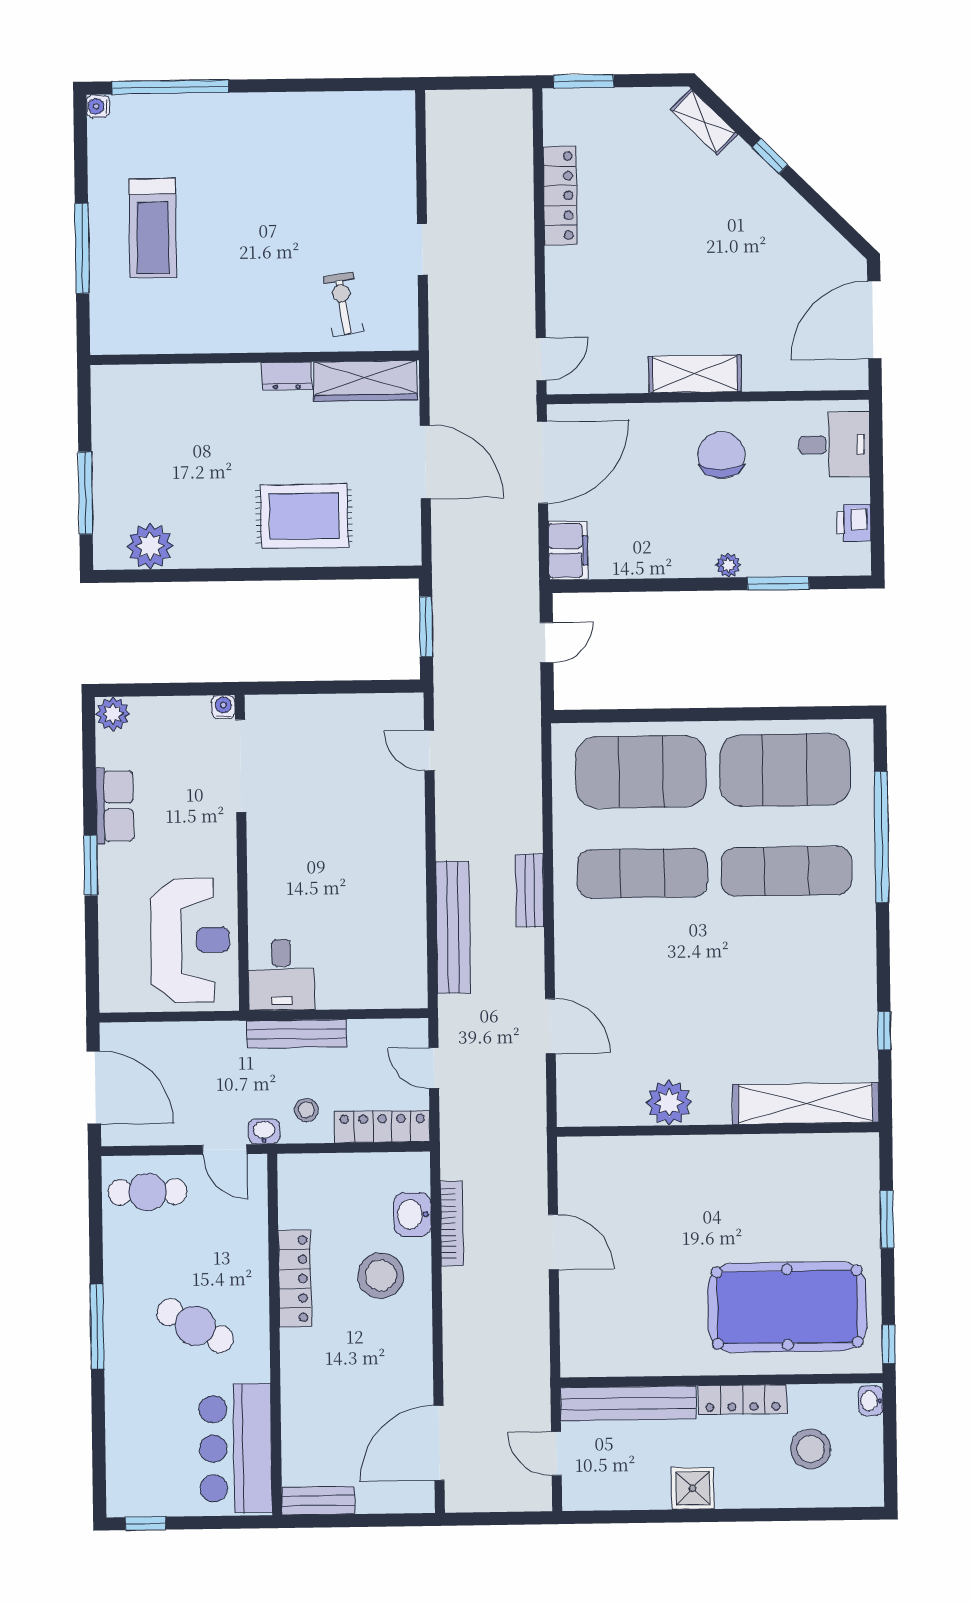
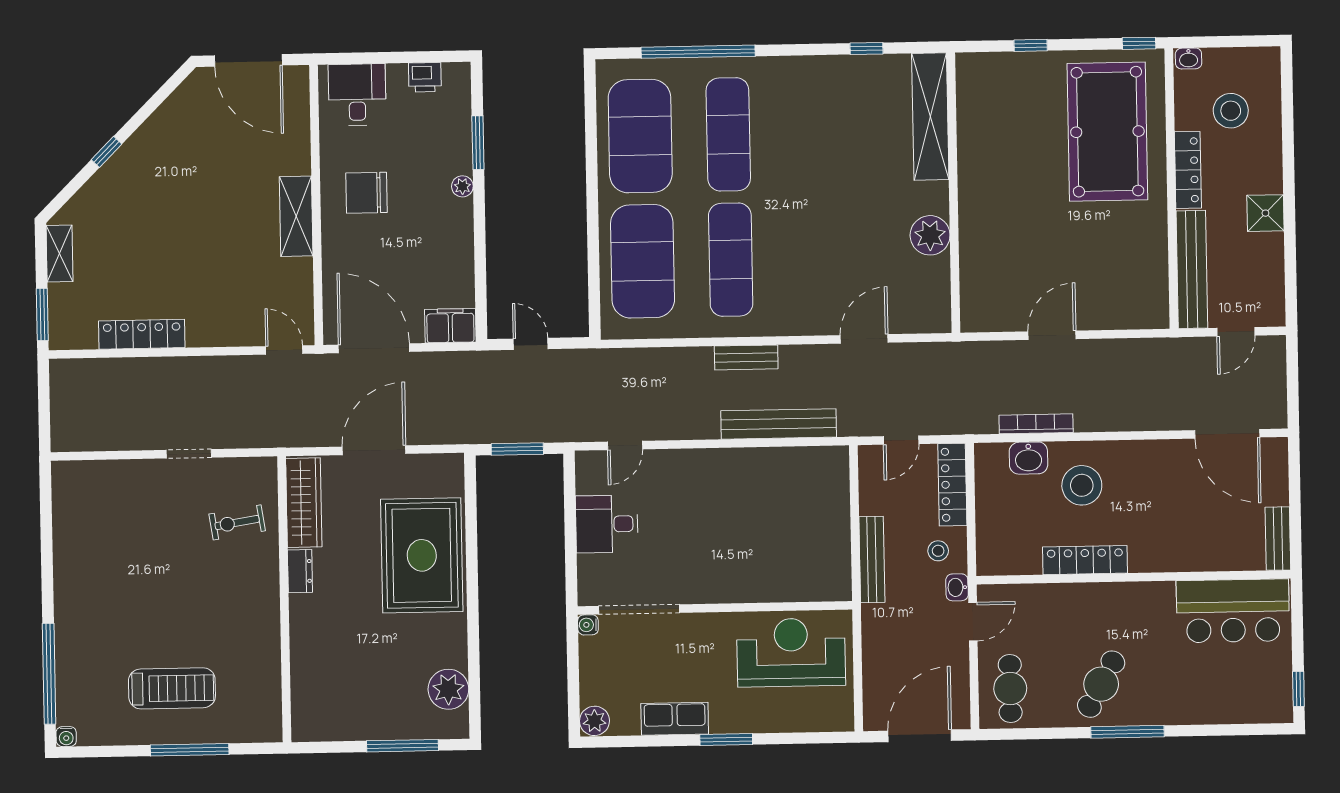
shelving: (704, 122) -> (59, 253), moved, turned -45
rug: (304, 516) -> (422, 555), width x1.37, depth x1.44
desk: (281, 975) -> (607, 524), moved, turned 180
window: (887, 1219) -> (1031, 45), width x0.67
cafe table: (195, 1326) -> (1101, 684), moved

